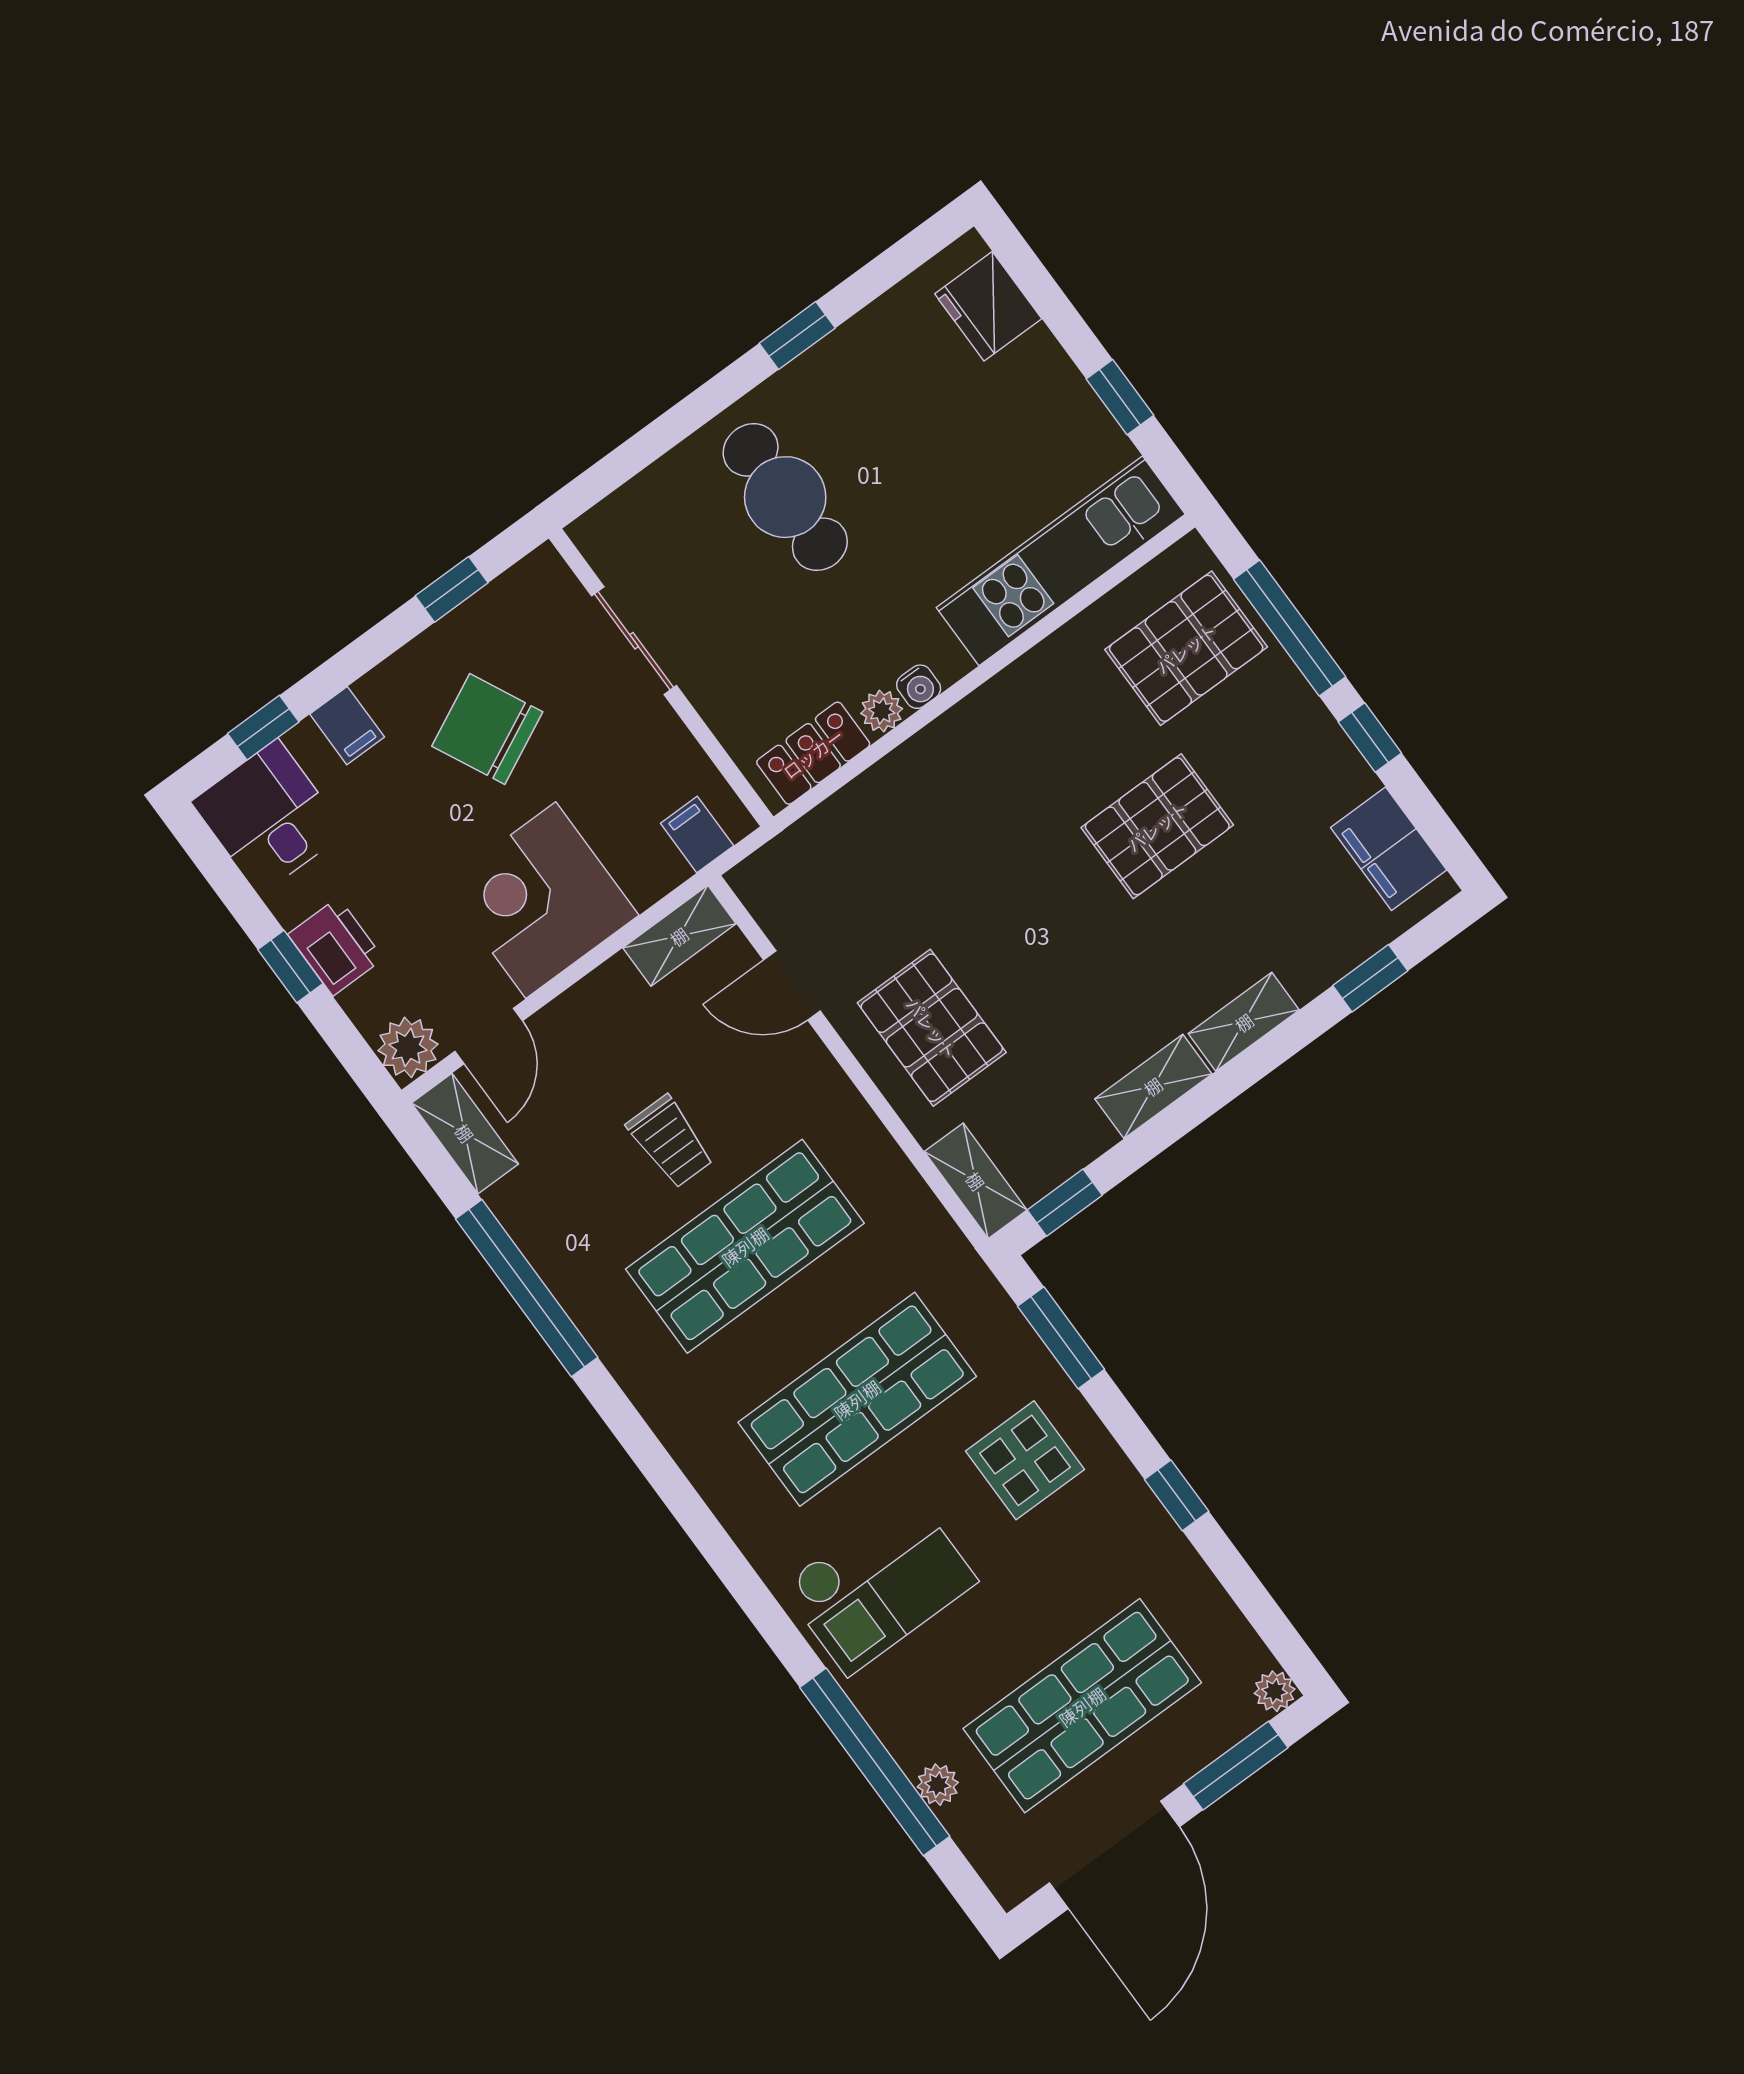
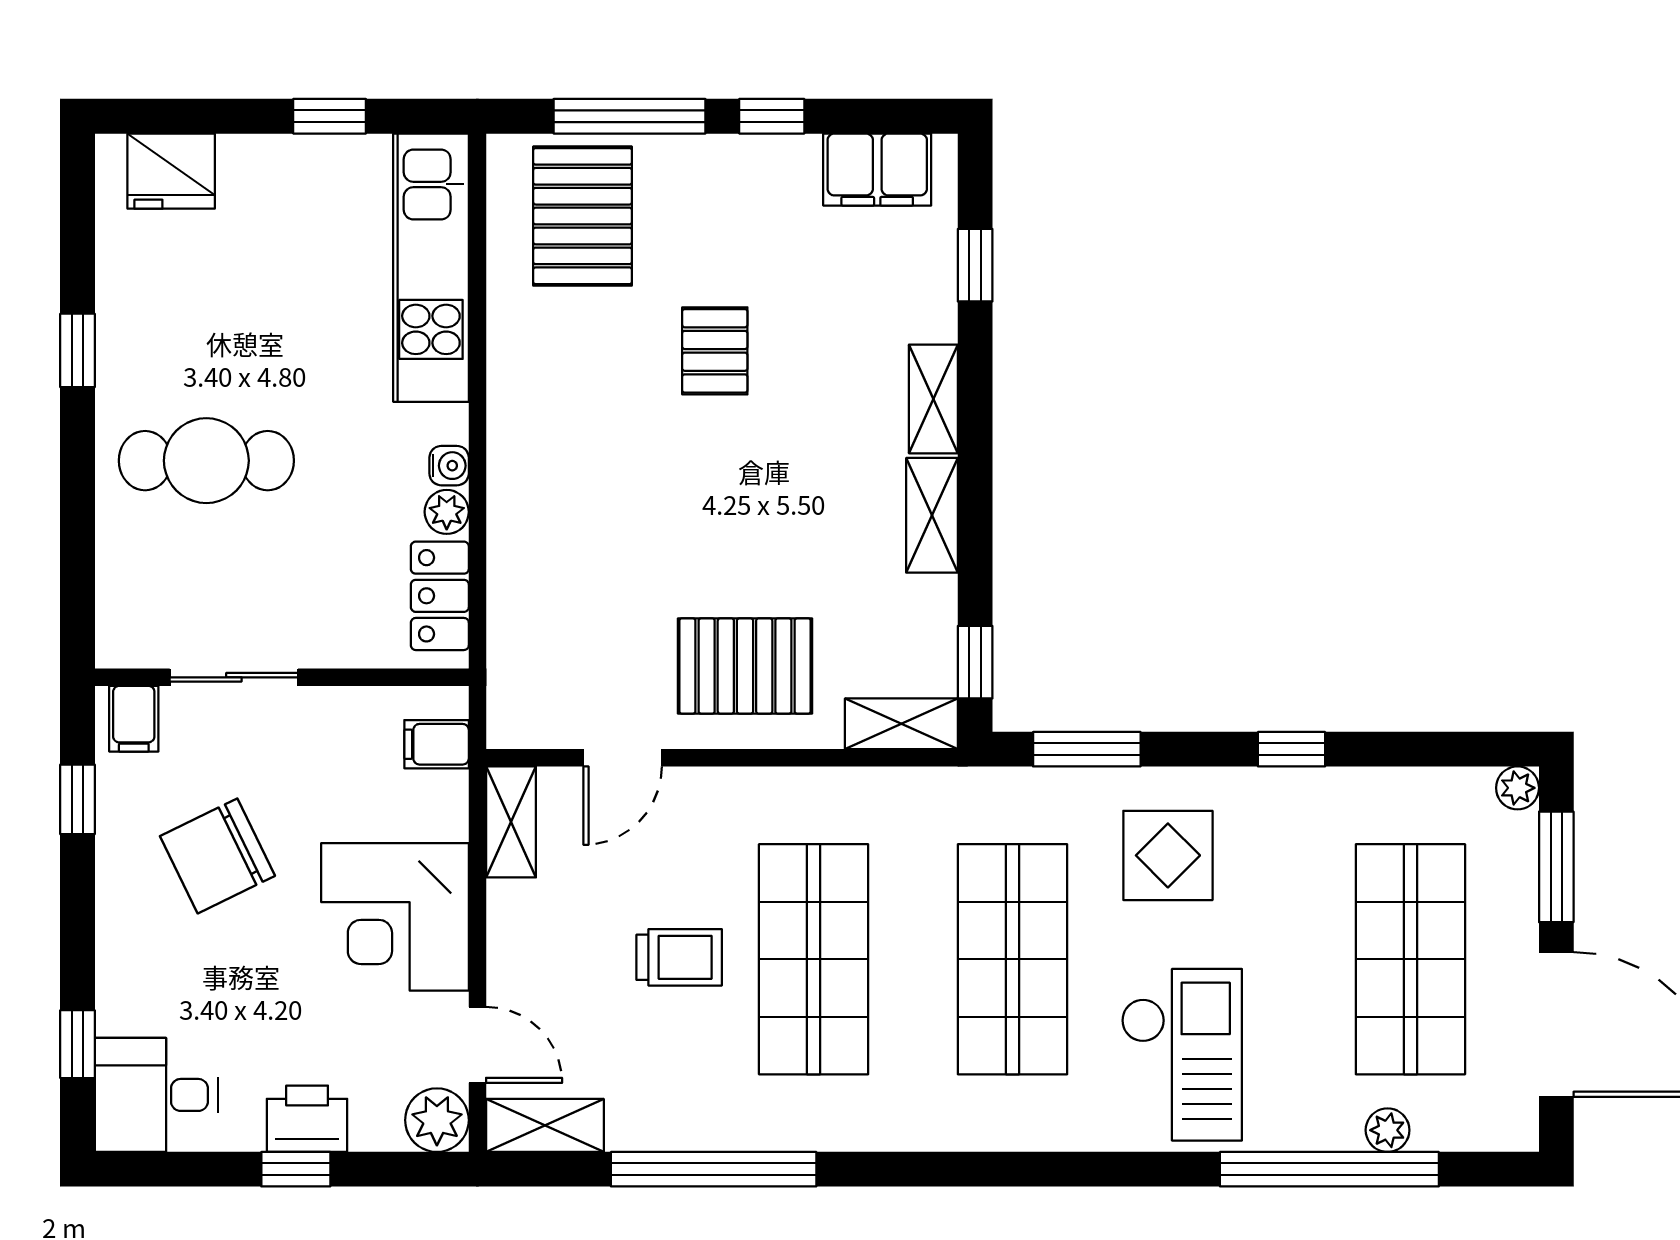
filing cabinet: (347, 726) -> (134, 719), moved, turned 90
pallet: (1157, 826) -> (715, 351), width x0.67, depth x0.71

